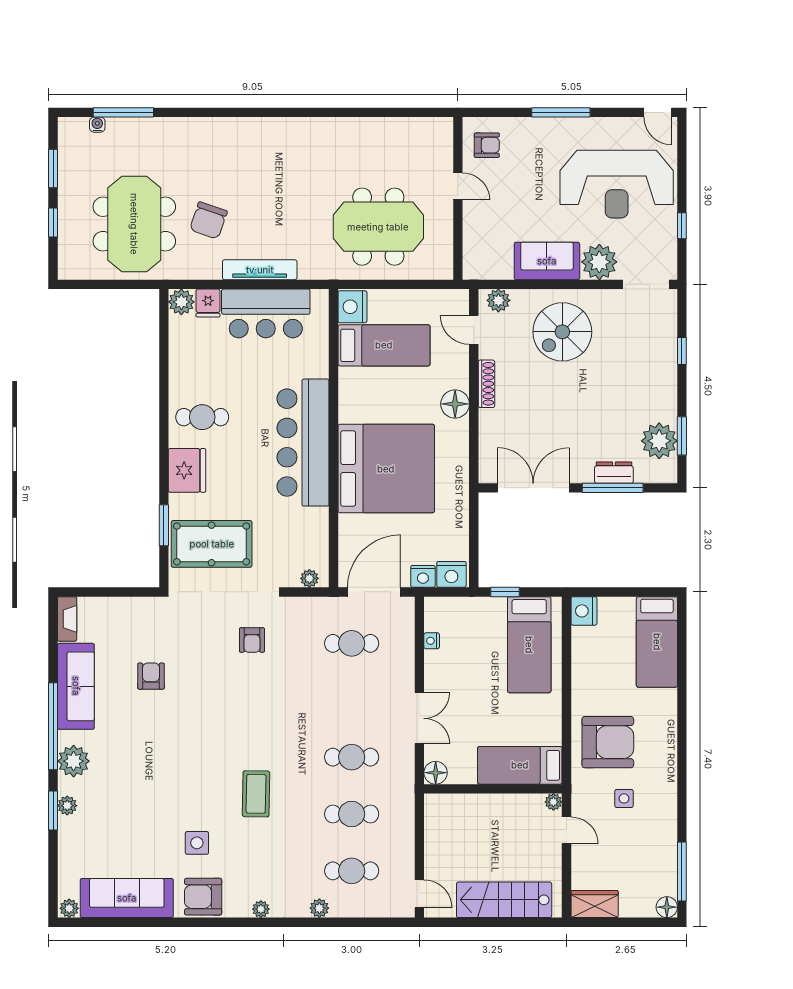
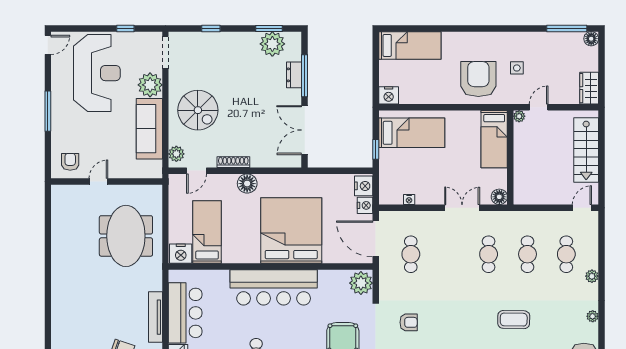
sofa: (547, 261) -> (149, 129), width x1.36
plant: (309, 578) -> (361, 283), width x1.87, depth x1.87

